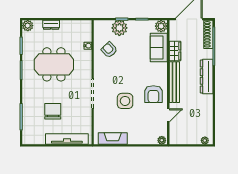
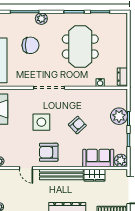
dresser: (51, 25) -> (122, 77), moved
plant: (28, 26) -> (41, 19), moved
armchair: (109, 50) -> (77, 125), moved

